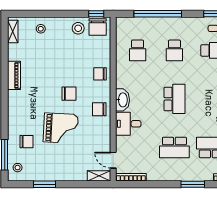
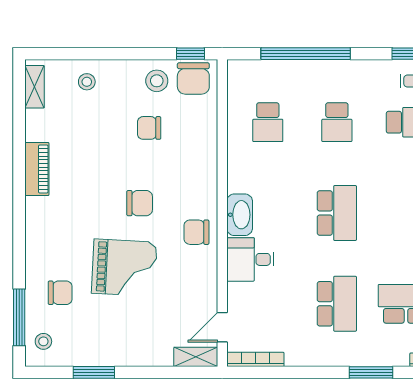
chair: (100, 74) -> (149, 128), moved
school desk: (174, 147) -> (337, 304), turned -90
door: (113, 160) -> (222, 327), hinge flipped

